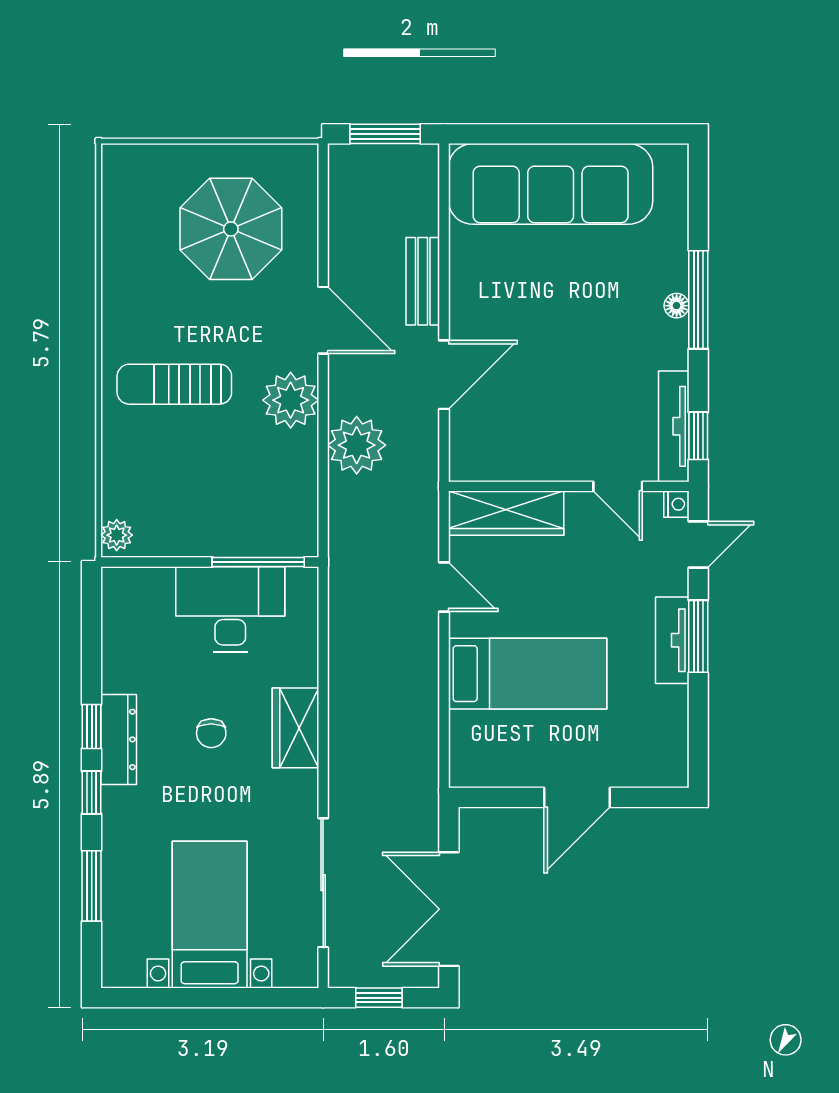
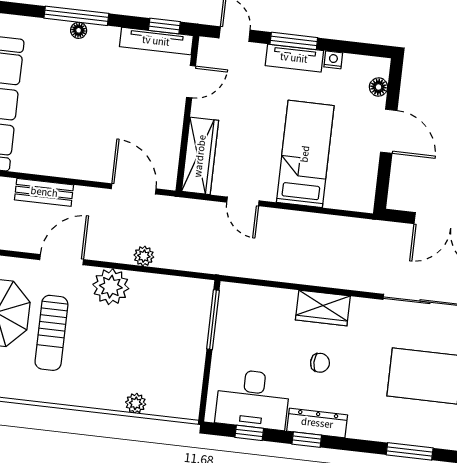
door: (444, 375) -> (134, 189), moved
sun lounger: (174, 384) -> (51, 333), moved
plant: (357, 445) -> (144, 256), width x0.53, depth x0.53
nightstand: (676, 504) -> (333, 60), moved
plant: (117, 535) -> (136, 403), moved
door: (444, 587) -> (243, 201), swing flipped
desk: (230, 609) -> (253, 399), moved, turned -90
floor lamp: (643, 774) -> (379, 87), added
window: (92, 793) -> (249, 433), moved

